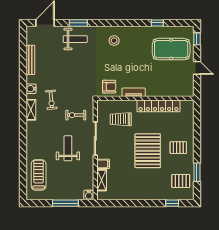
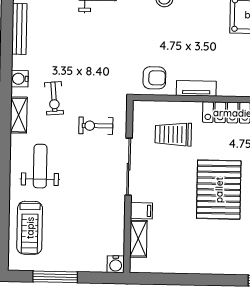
weight bench: (68, 148) -> (40, 166), moved
treadmill: (39, 175) -> (30, 228), turned 180
window: (65, 203) -> (55, 277), moved

